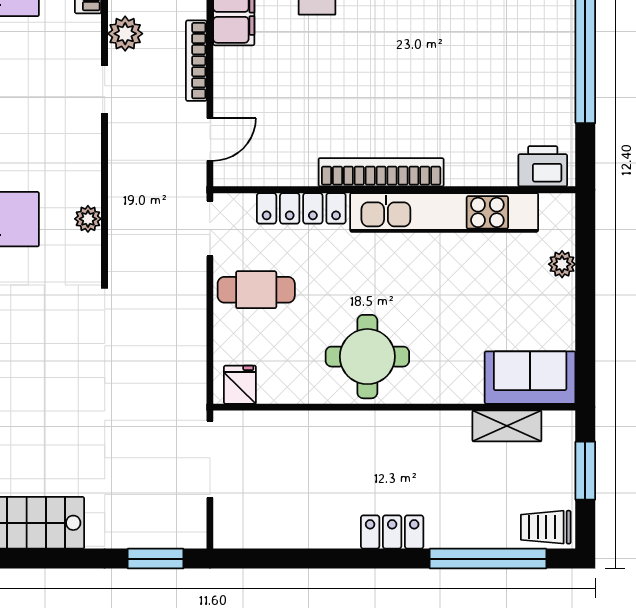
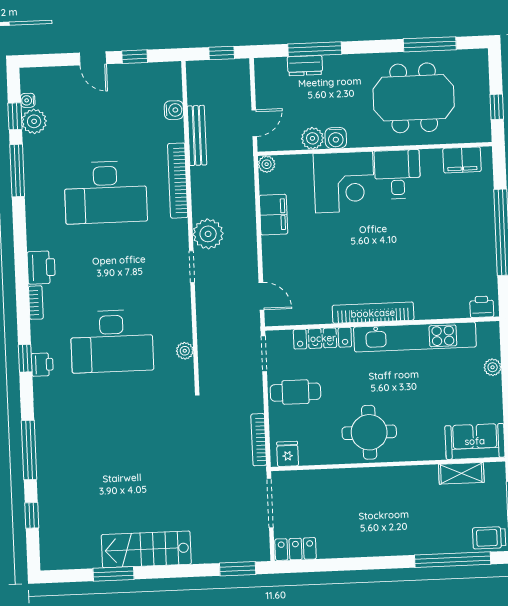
plant: (125, 34) -> (208, 234), width x1.36, depth x1.36
bookcase: (196, 61) -> (259, 440), moved
door: (210, 139) -> (261, 296), hinge flipped
printer: (543, 166) -> (482, 307), width x0.73, depth x0.81
locker: (392, 532) -> (296, 549), moved

